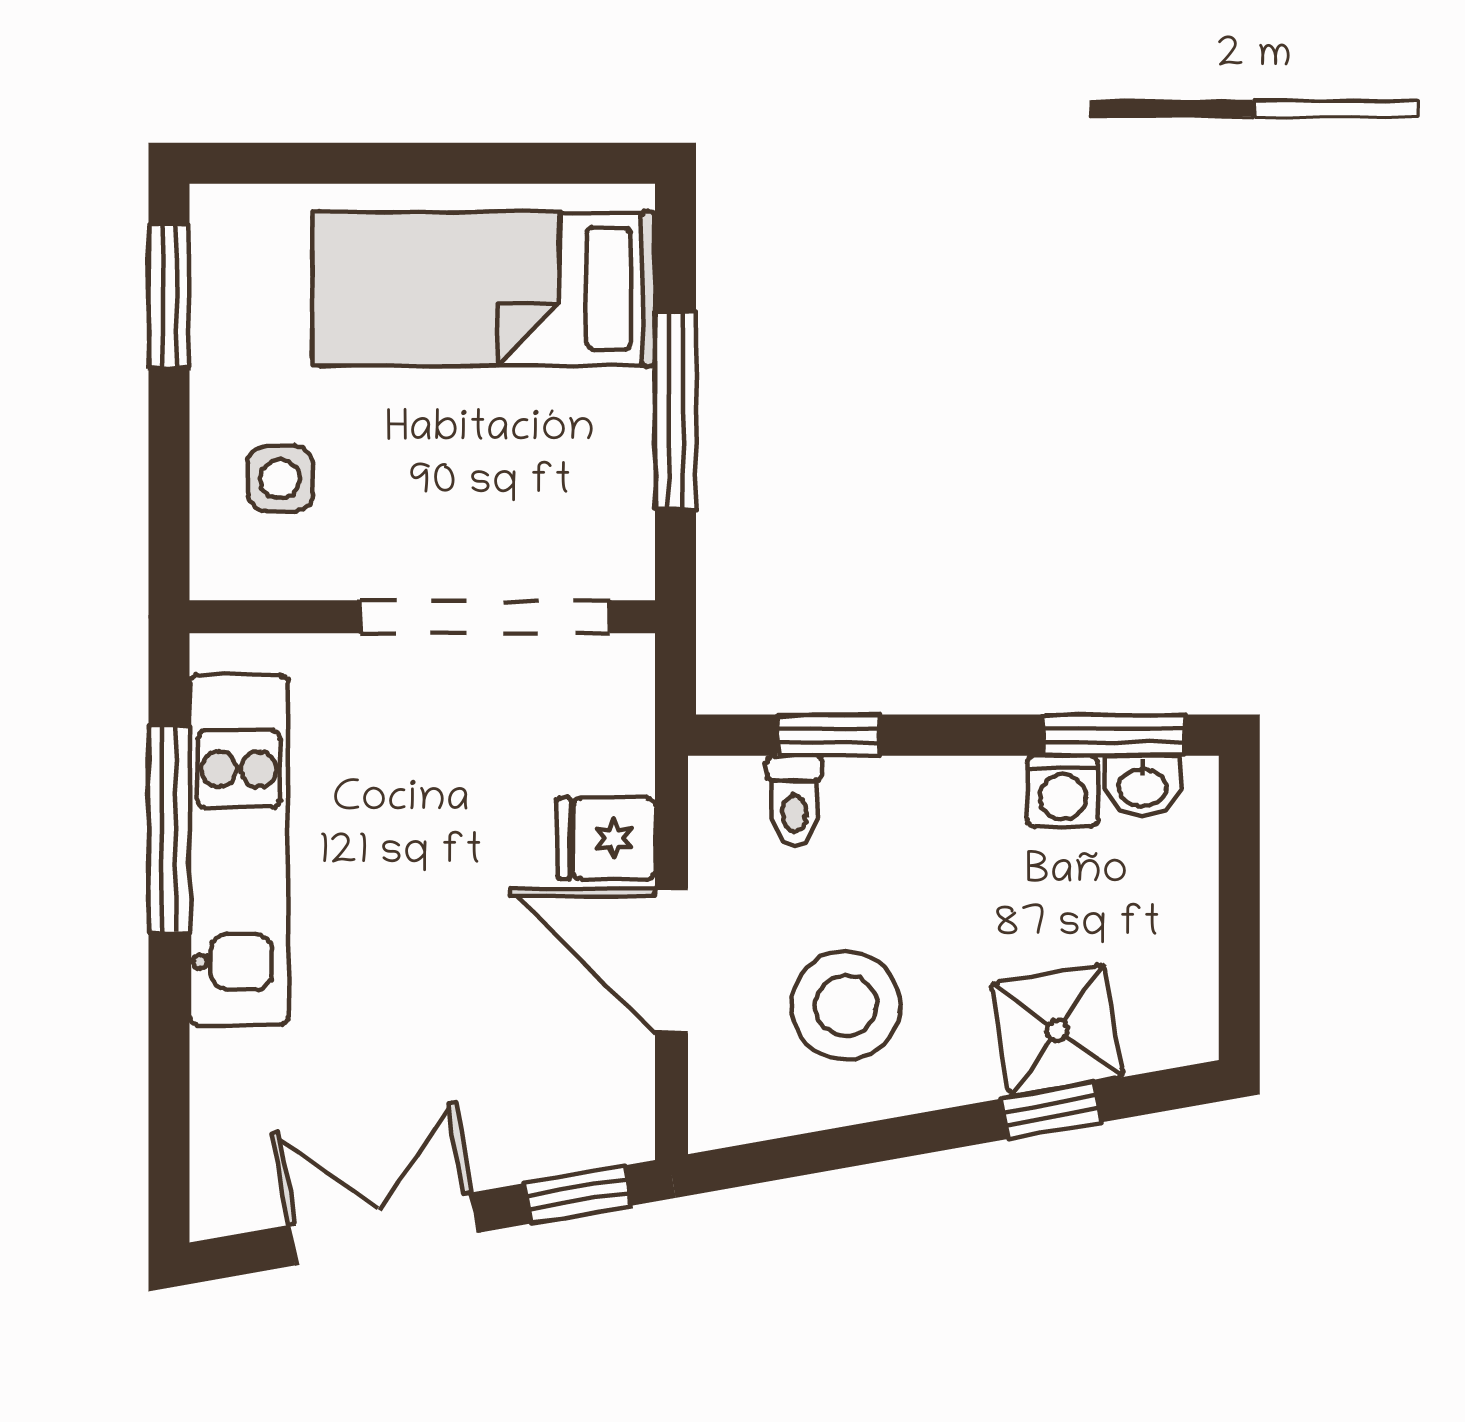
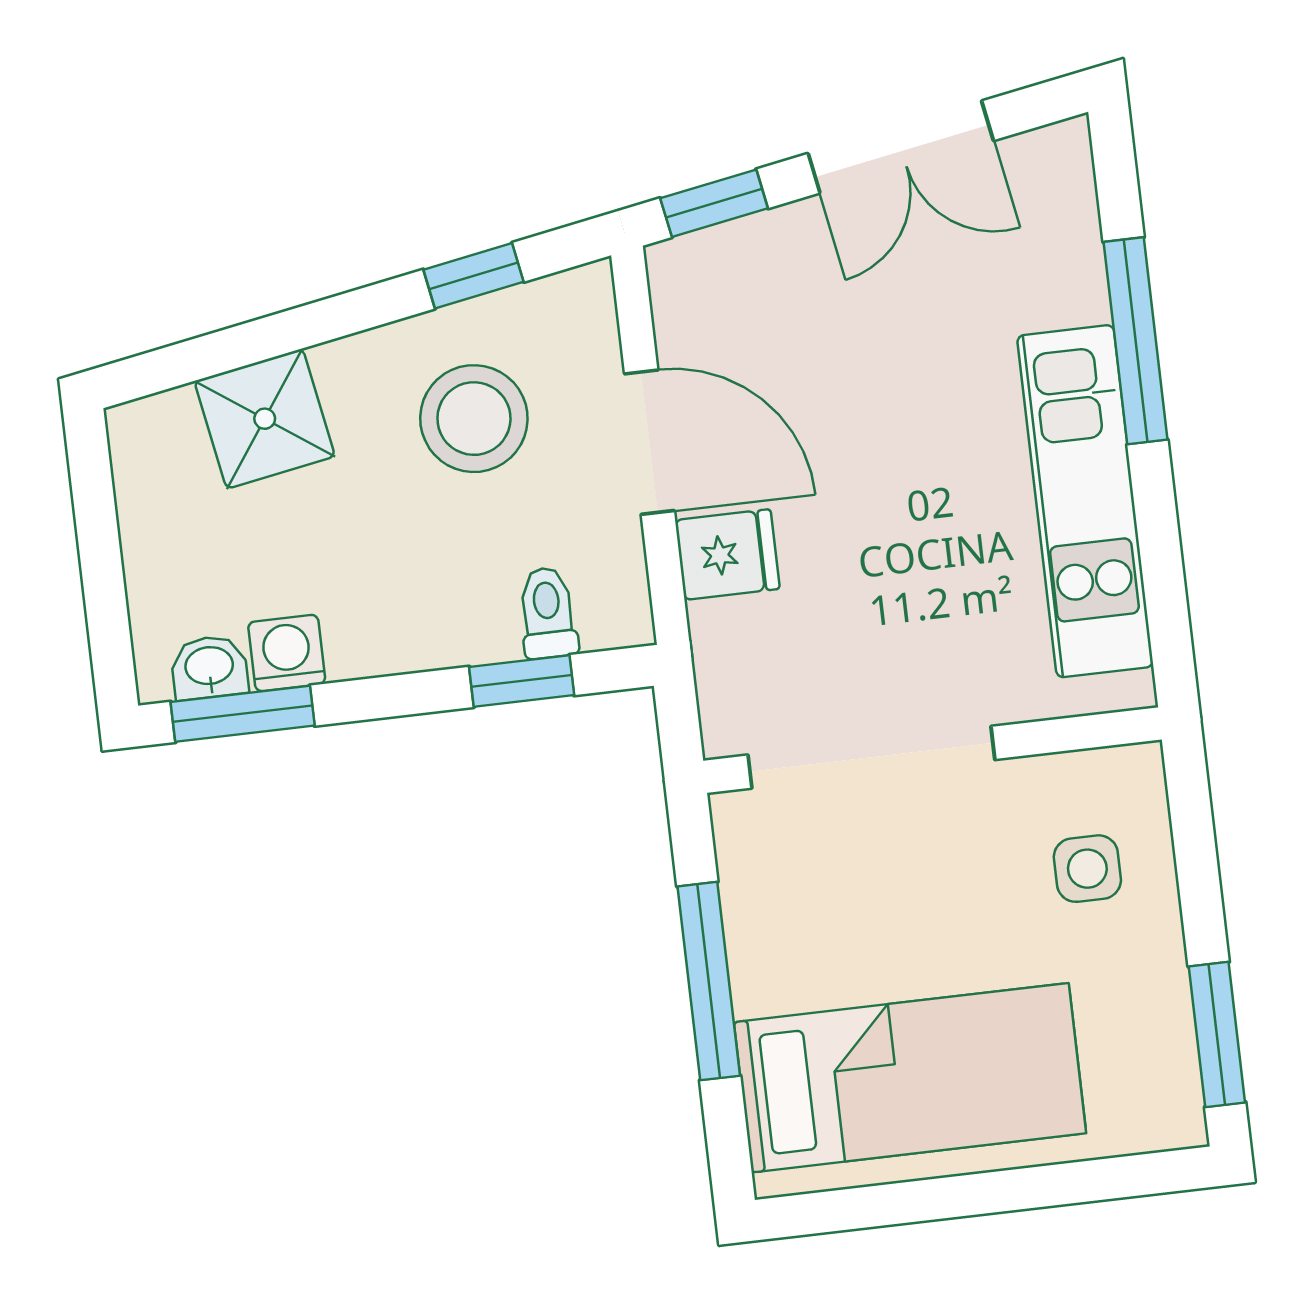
window: (169, 829) -> (1135, 341), moved
window: (1051, 1111) -> (474, 276), moved

